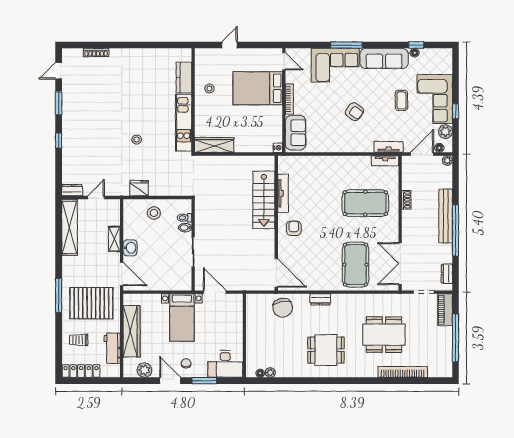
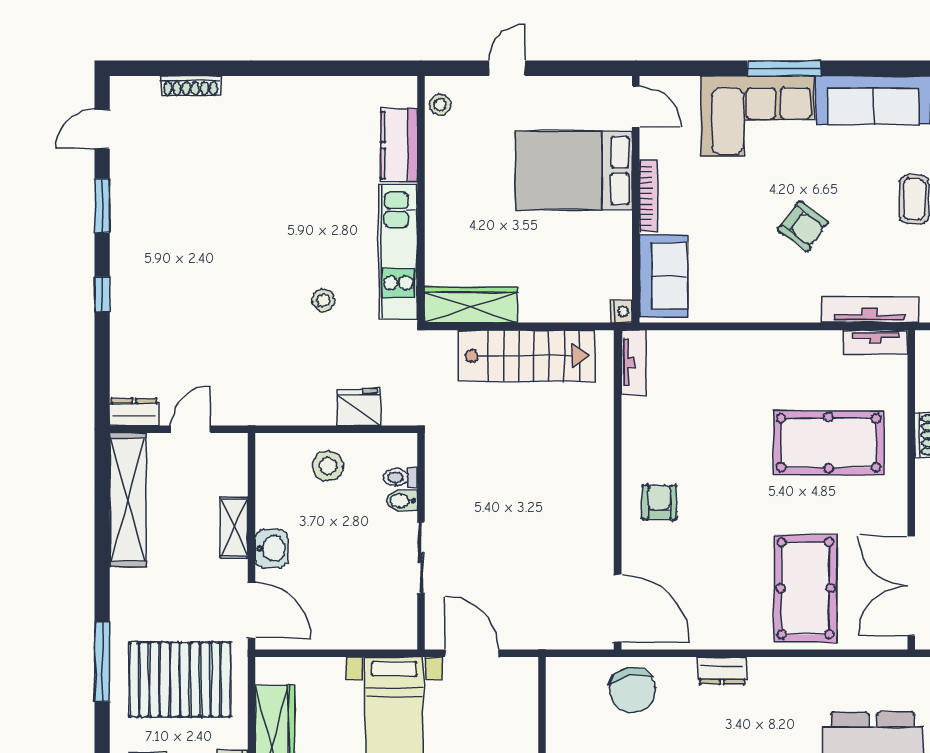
stool: (209, 89) -> (440, 105), moved
stool: (137, 140) -> (323, 300), moved
tv unit: (389, 147) -> (870, 310), width x1.41
fridge: (139, 188) -> (359, 407), moved
tv unit: (283, 193) -> (634, 362), moved, width x0.71
stairs: (264, 200) -> (526, 356), moved, turned -90

